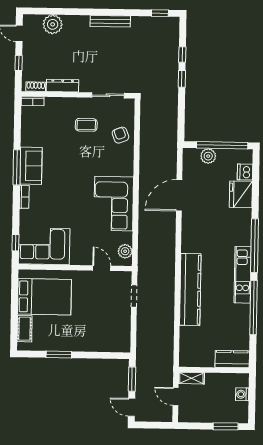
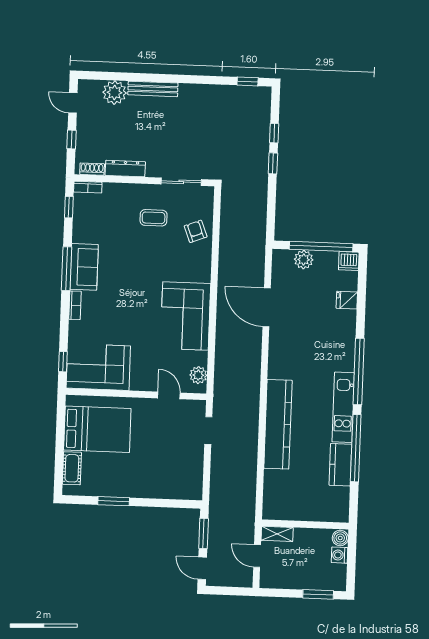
bench: (110, 21) -> (153, 89), moved
window: (18, 118) -> (69, 207), added
dishwasher: (245, 172) -> (349, 261), moved, turned -90
fridge: (241, 194) -> (347, 300), width x0.53, depth x0.75
door: (179, 195) -> (267, 307), hinge flipped
kitchen counter: (232, 359) -> (340, 465), moved, turned -90
boiler: (243, 380) -> (340, 538), added

